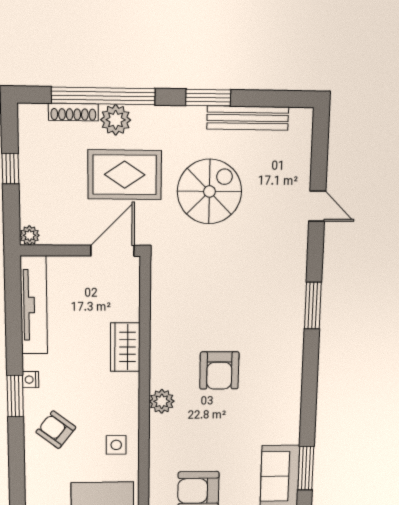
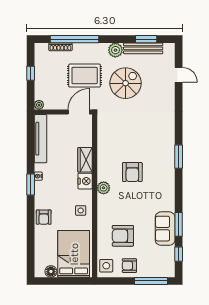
window: (208, 98) -> (146, 39), moved
plant: (116, 120) -> (115, 50), moved
door: (317, 206) -> (179, 75), moved
window: (313, 306) -> (179, 157), moved
nightstand: (125, 389) -> (85, 181), added
armchair: (56, 430) -> (44, 217), moved, turned -128

